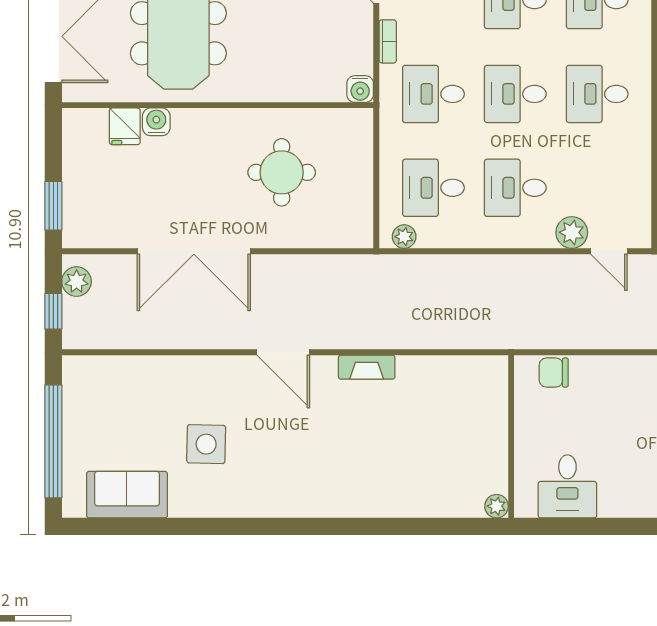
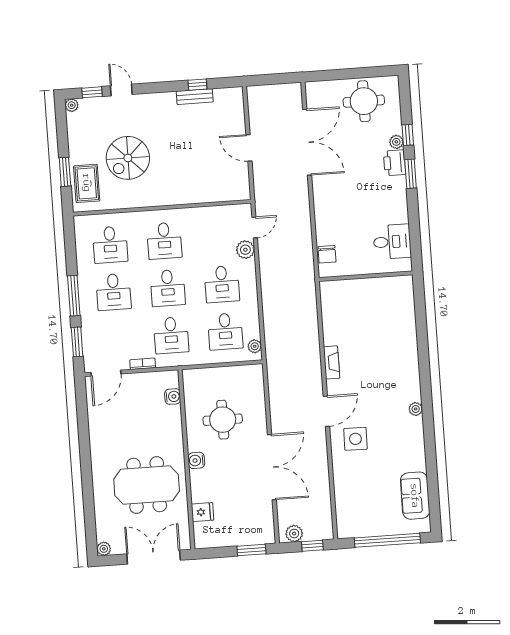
water cooler: (360, 89) -> (173, 397), moved
water cooler: (156, 122) -> (196, 460), moved
side table: (206, 444) -> (355, 439), moved
plant: (497, 506) -> (416, 409), moved

